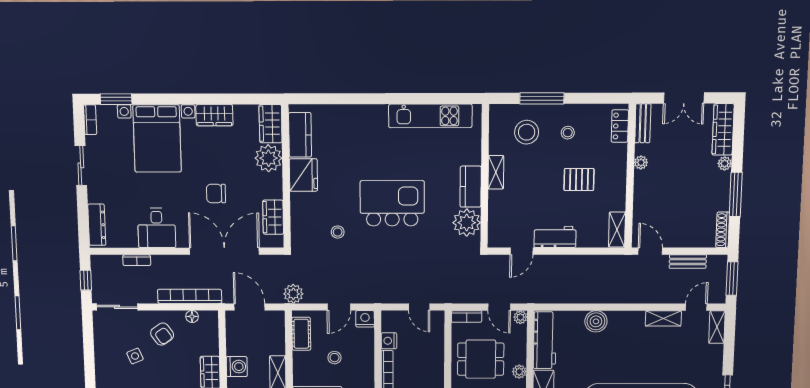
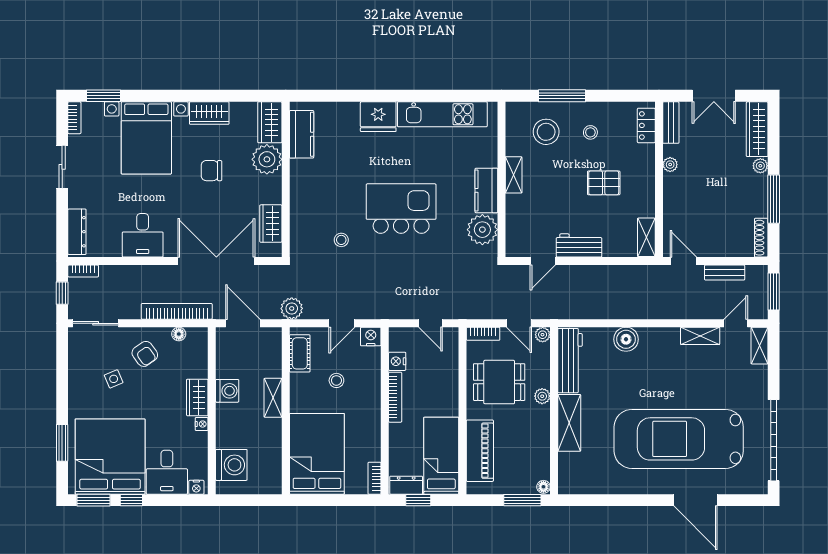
fridge: (303, 175) -> (378, 117), moved, turned 90
chair: (216, 194) -> (211, 171), moved
bookcase: (137, 260) -> (83, 271), moved

